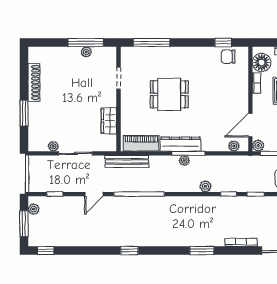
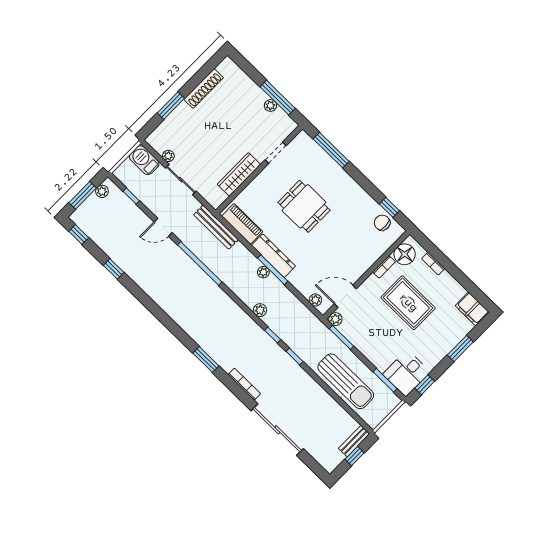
wardrobe: (109, 121) -> (239, 174), width x1.50
barbecue: (41, 164) -> (144, 160), added
window: (129, 251) -> (114, 269), moved

